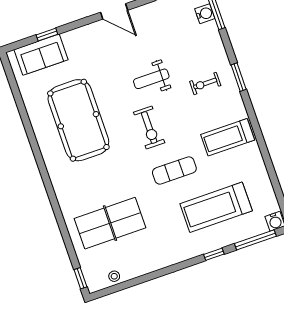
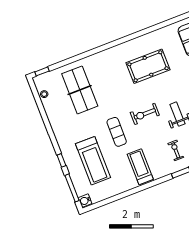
pool table: (78, 120) -> (148, 66), width x0.73, depth x0.76
treadmill: (216, 207) -> (93, 161), turned 180

